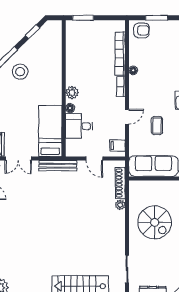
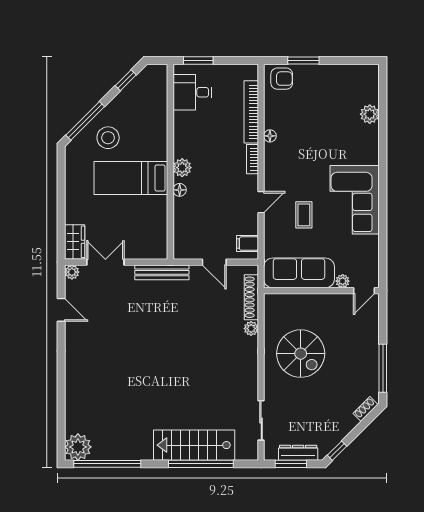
desk: (79, 126) -> (192, 92), moved
bed: (50, 131) -> (131, 178), moved, turned -90
double door: (18, 159) -> (105, 262), swing flipped

